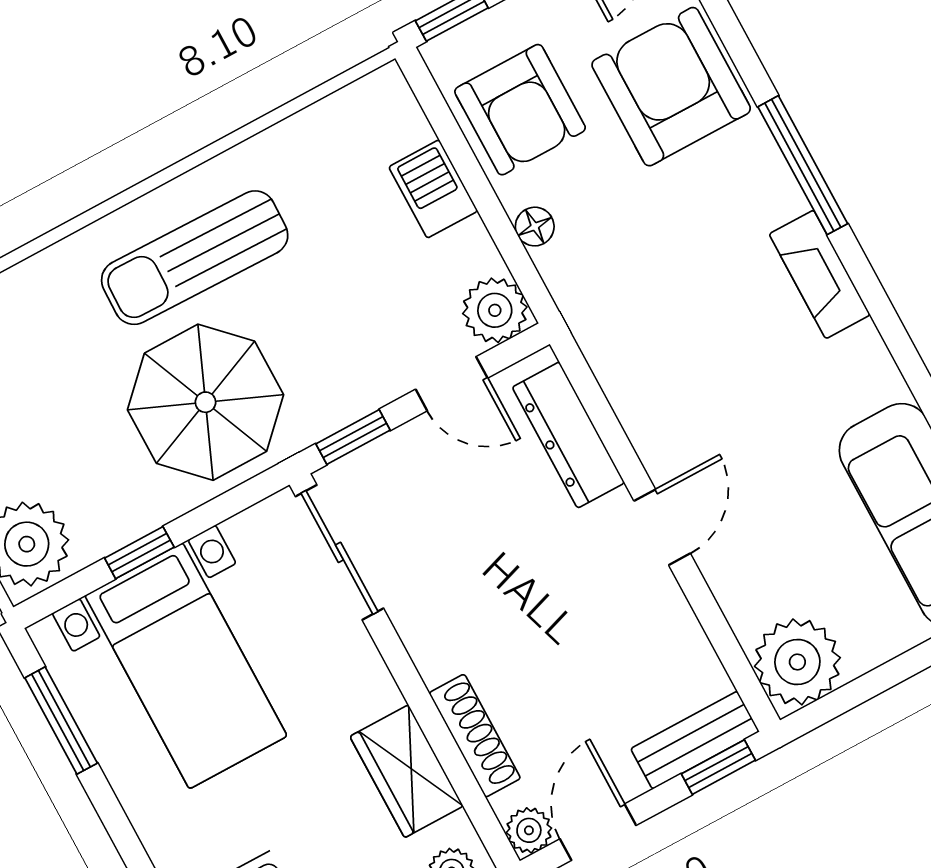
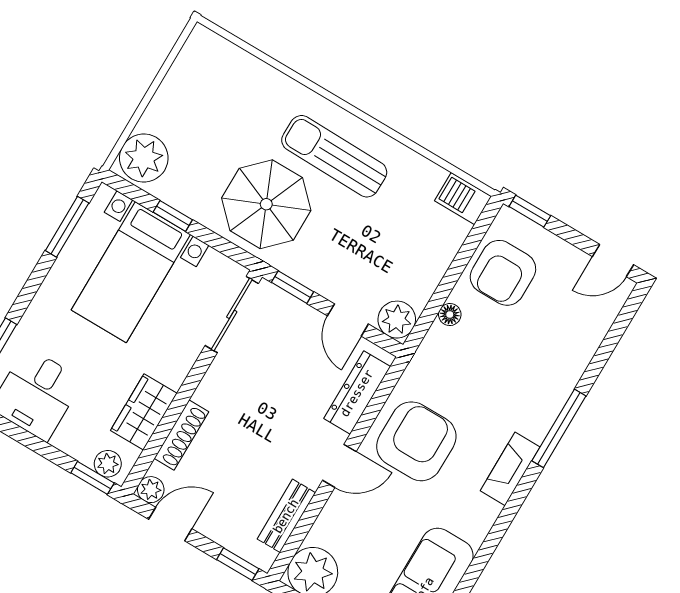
armchair: (671, 87) -> (416, 441), moved
barbecue: (433, 189) -> (463, 199), moved, turned -90
bench: (695, 740) -> (286, 516), moved, turned 90

